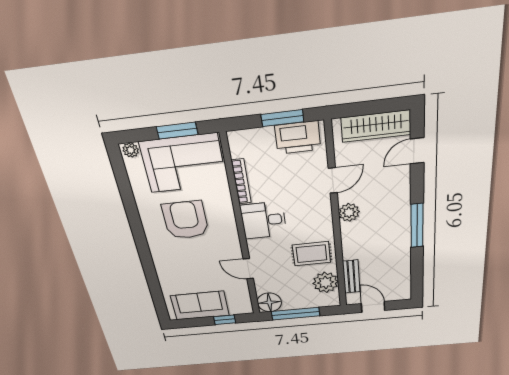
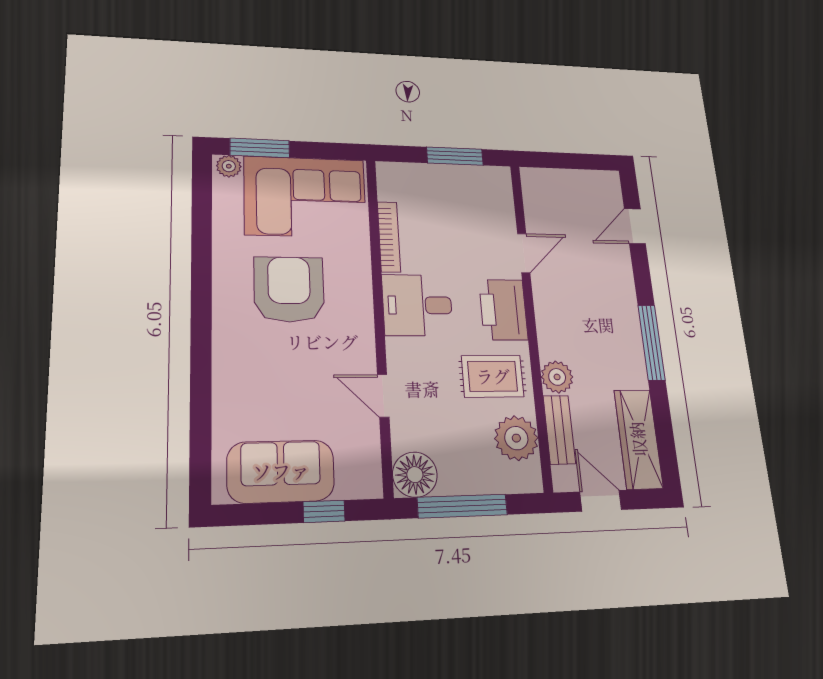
wardrobe: (376, 126) -> (638, 439), moved, turned 90
window: (177, 131) -> (260, 148), moved
printer: (298, 138) -> (503, 310), moved, turned 90
plant: (349, 212) -> (557, 377), moved

